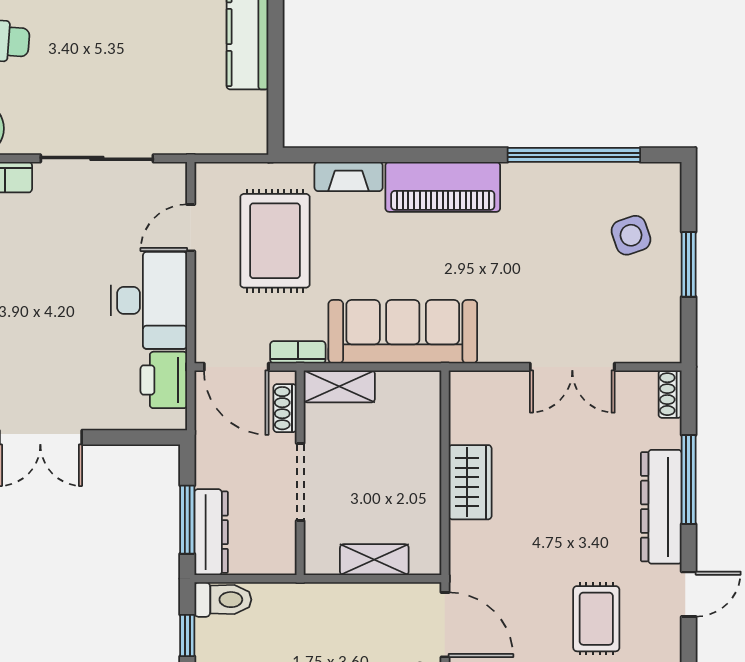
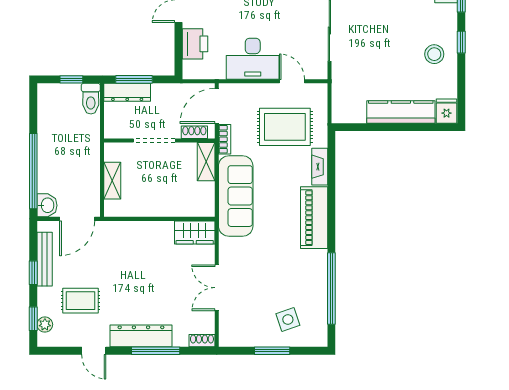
printer: (164, 380) -> (195, 44), moved, turned 90
wardrobe: (470, 482) -> (195, 232), moved

